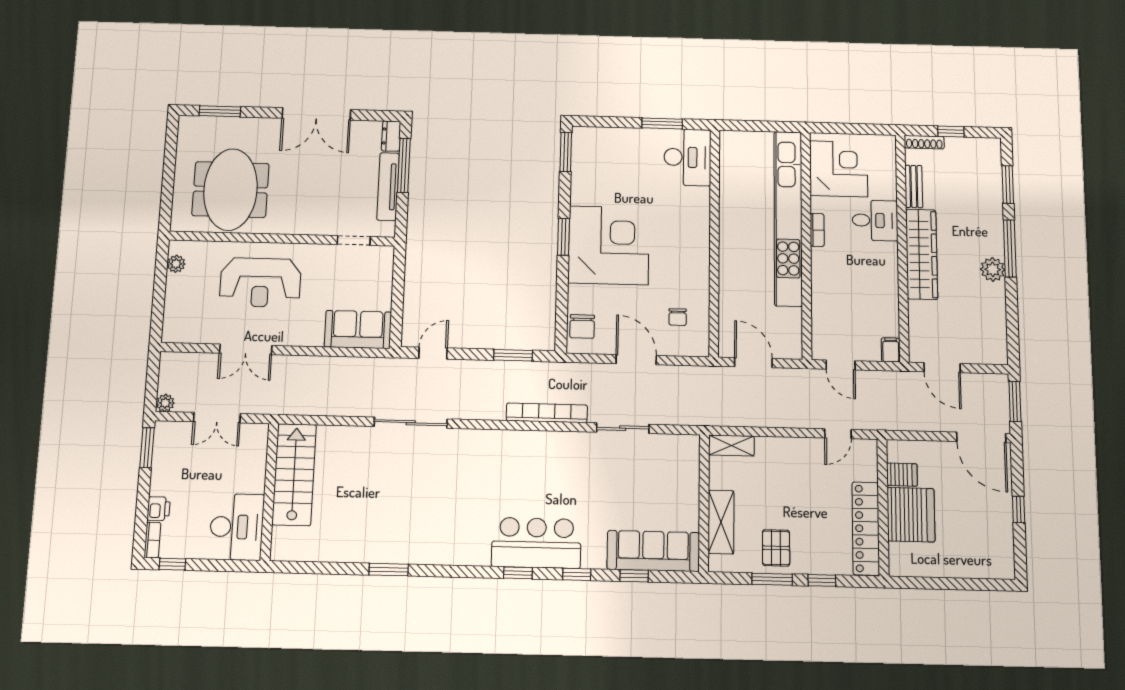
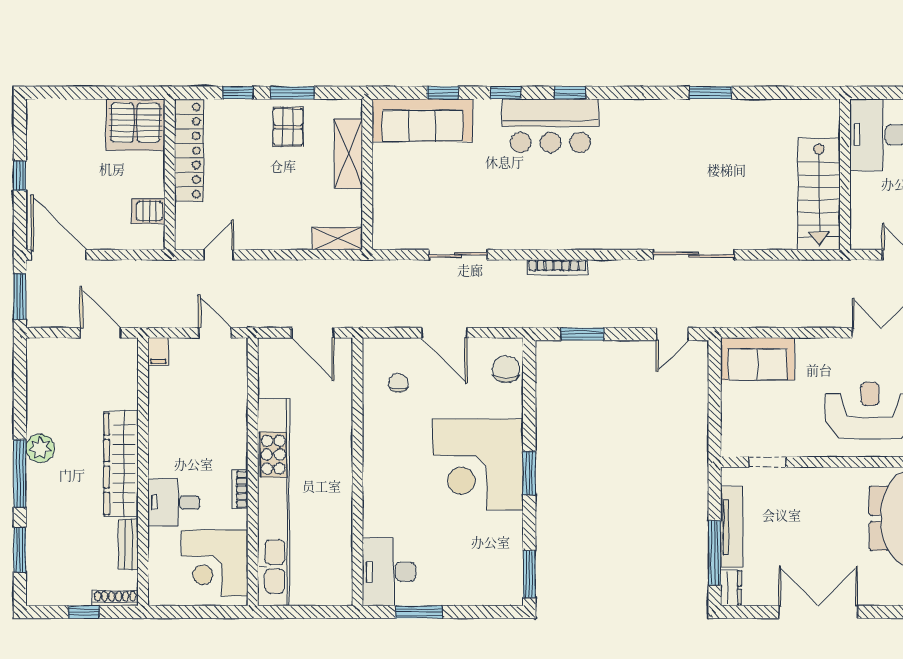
bookcase: (547, 413) -> (557, 267), width x0.68, depth x0.76
server rack: (911, 515) -> (135, 125), moved, turned -90

